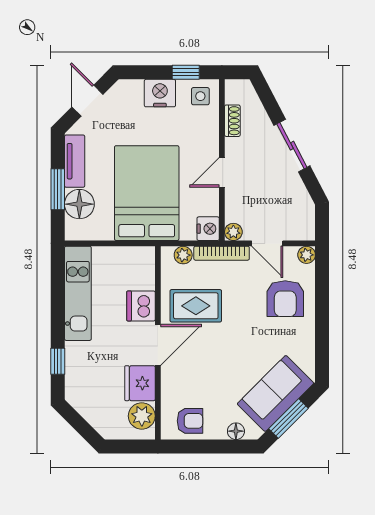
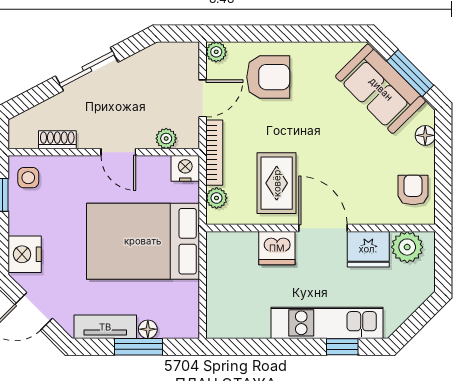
nightstand: (160, 93) -> (25, 254), moved
floor lamp: (79, 204) -> (148, 329), width x0.53, depth x0.53
plant: (233, 232) -> (166, 138), moved
kitchen unit: (78, 293) -> (327, 323), moved

